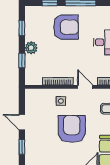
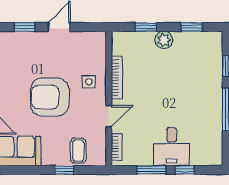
armchair: (66, 27) -> (193, 89), removed
armchair: (72, 129) -> (50, 97), turned 180

